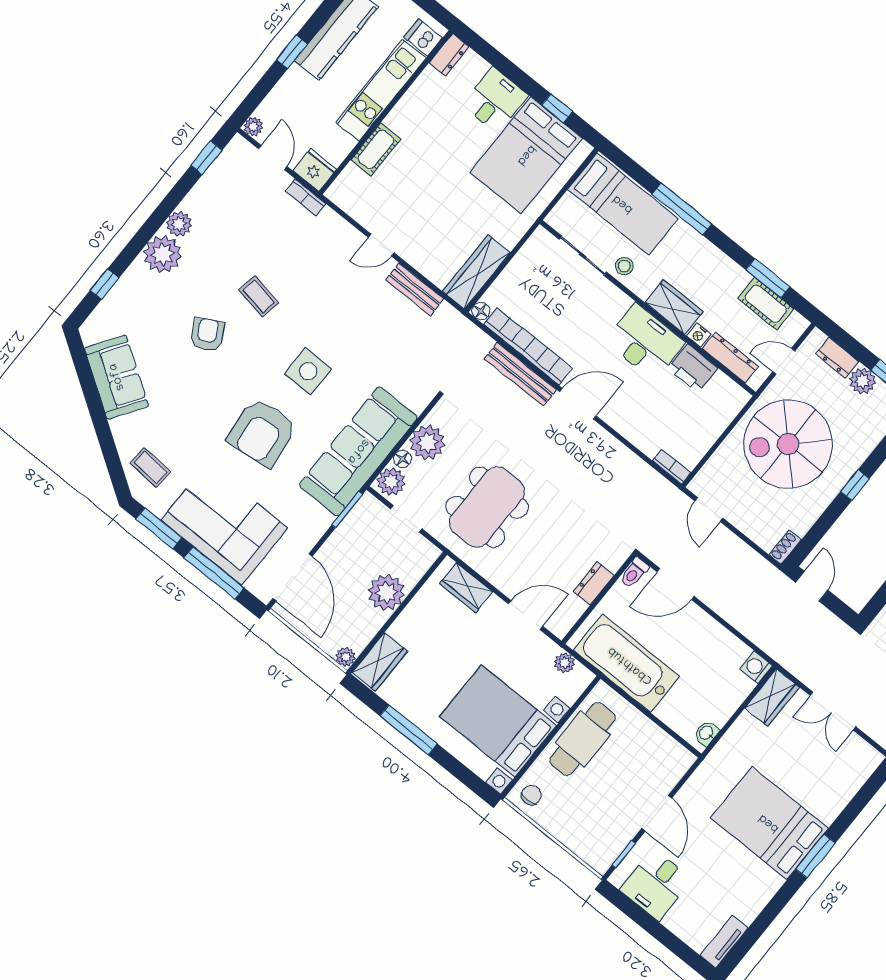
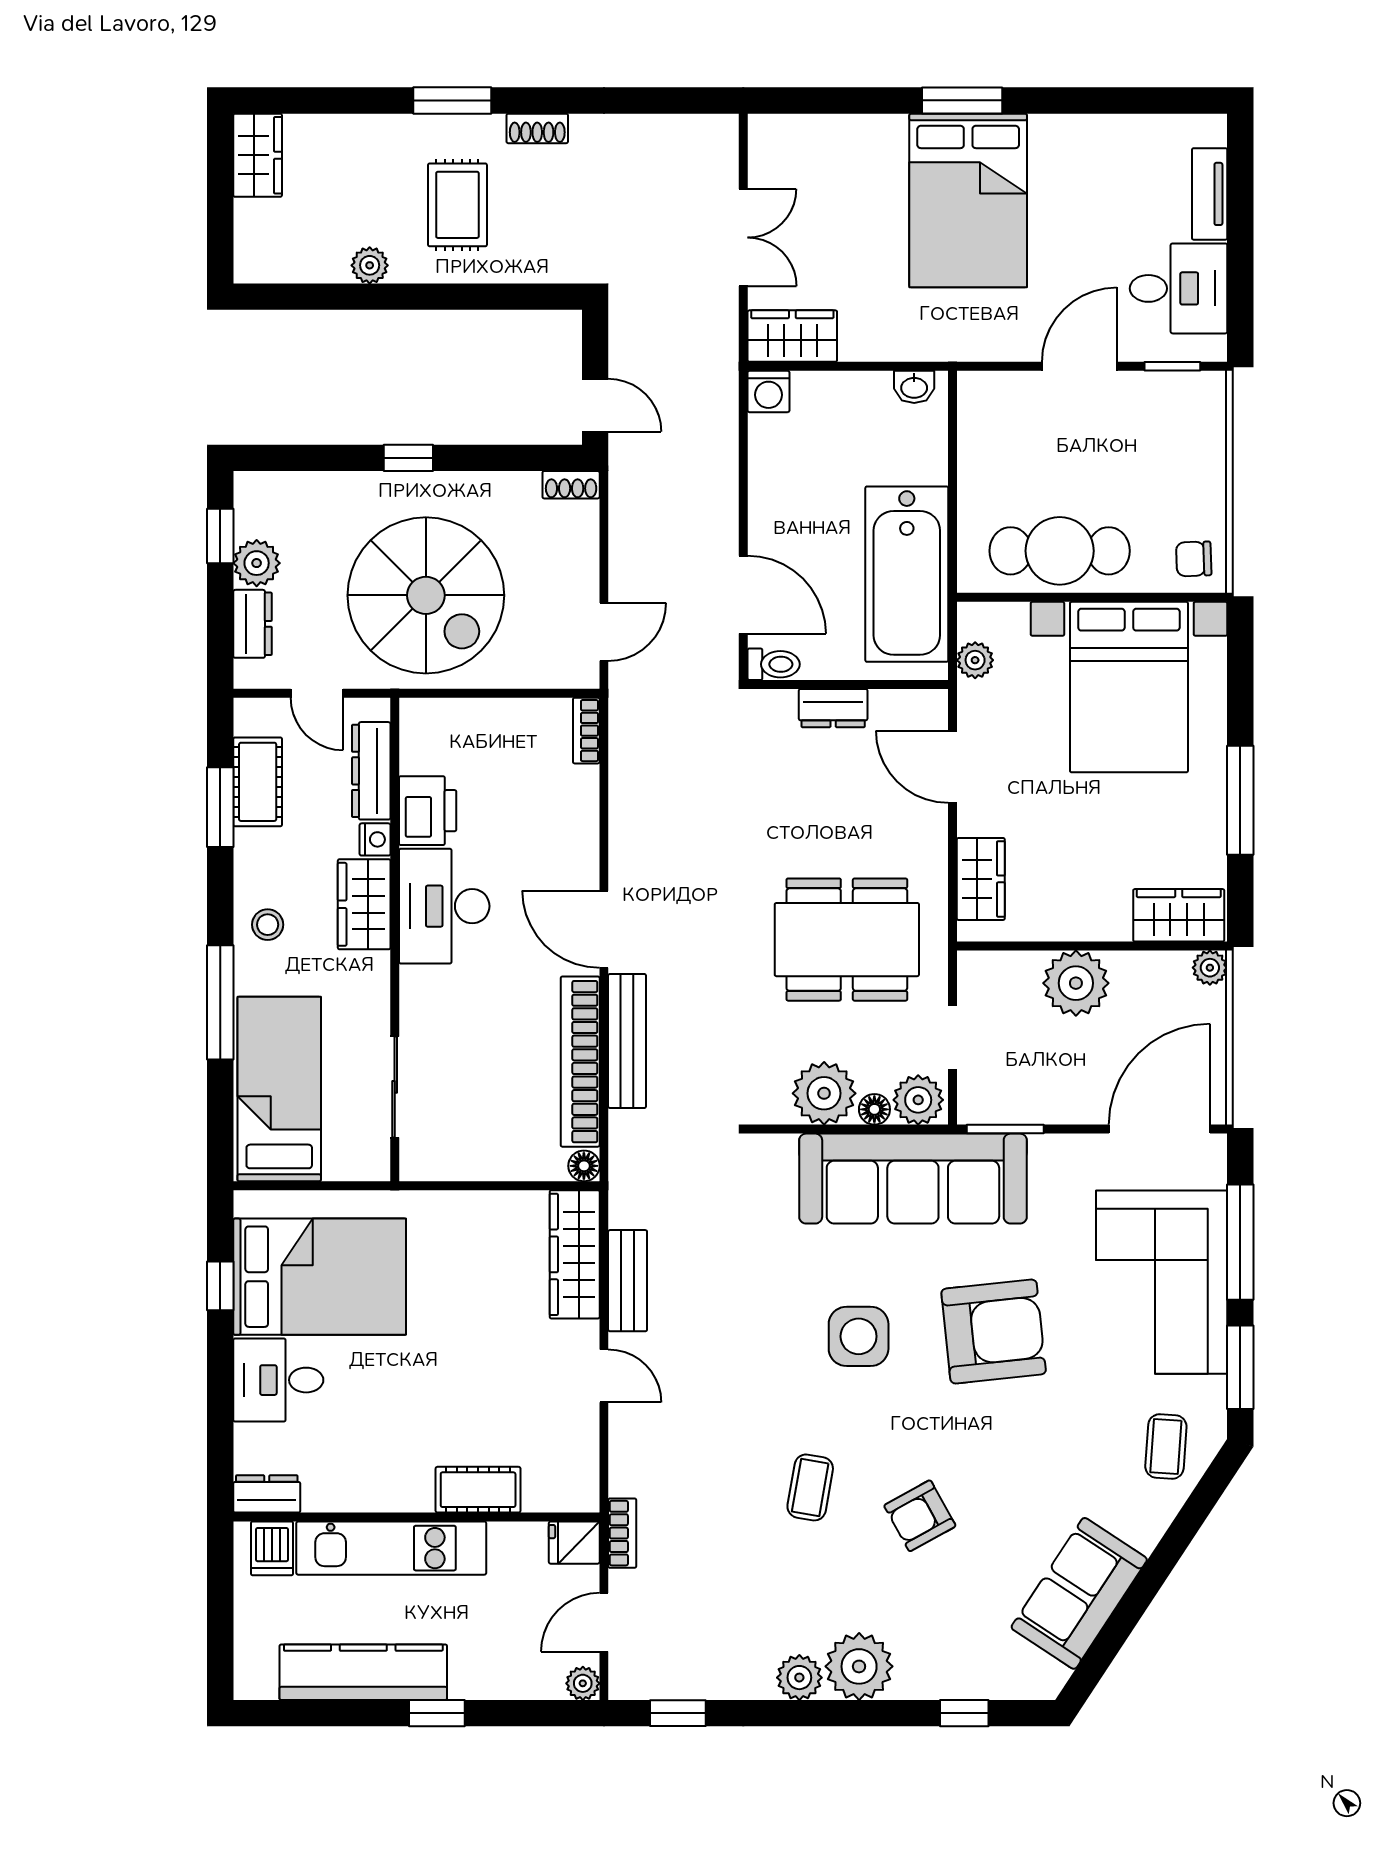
fridge: (315, 170) -> (574, 1543), width x0.72
stool: (624, 266) -> (268, 925), moved
wardrobe: (476, 272) -> (575, 1254), moved, turned 90
door: (812, 586) -> (595, 405), swing flipped
tv unit: (724, 942) -> (1210, 194), moved, turned 90

